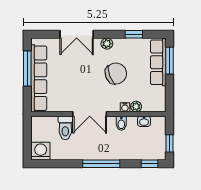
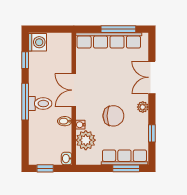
chair: (116, 73) -> (113, 116), turned -69
plant: (136, 106) -> (86, 140), width x1.88, depth x1.88
washbasin: (144, 121) -> (67, 159), moved
toilet: (65, 128) -> (40, 104), moved, turned 180
window: (149, 164) -> (25, 60), moved

